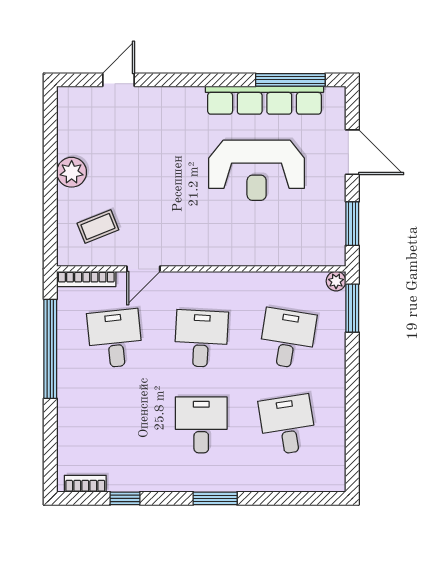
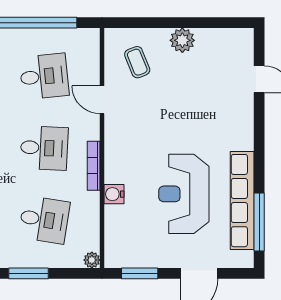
water cooler: (257, 255) -> (114, 194), added
bookcase: (86, 279) -> (94, 166), moved
window: (352, 308) -> (29, 273), moved

